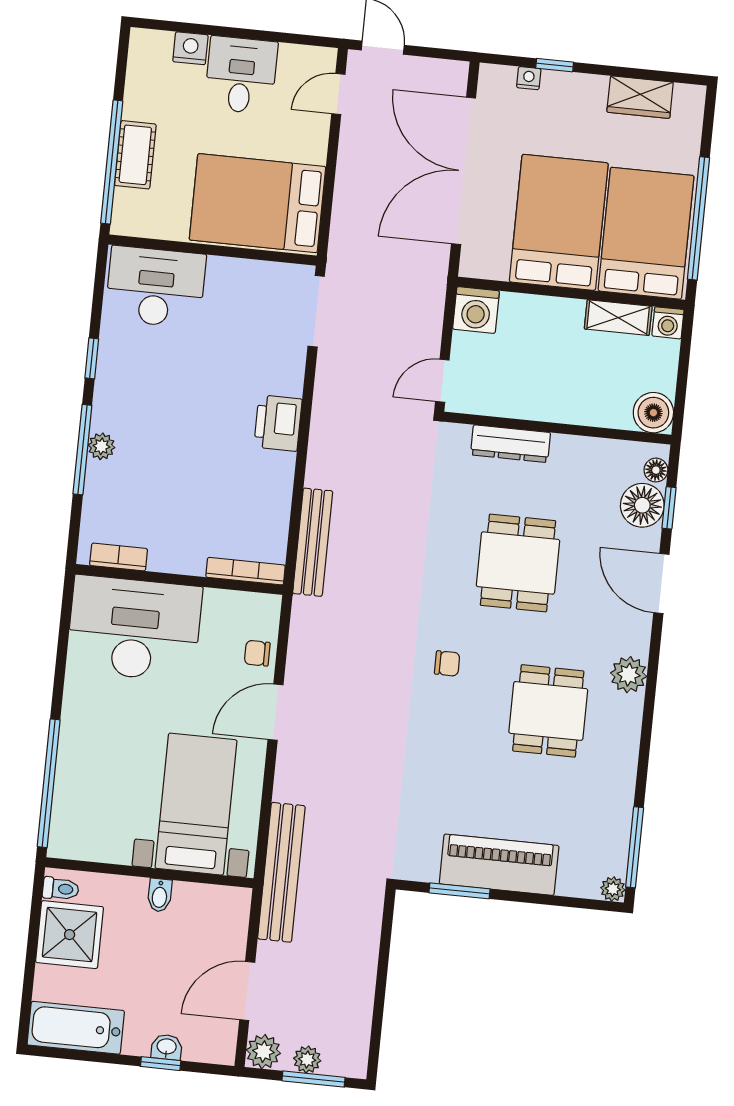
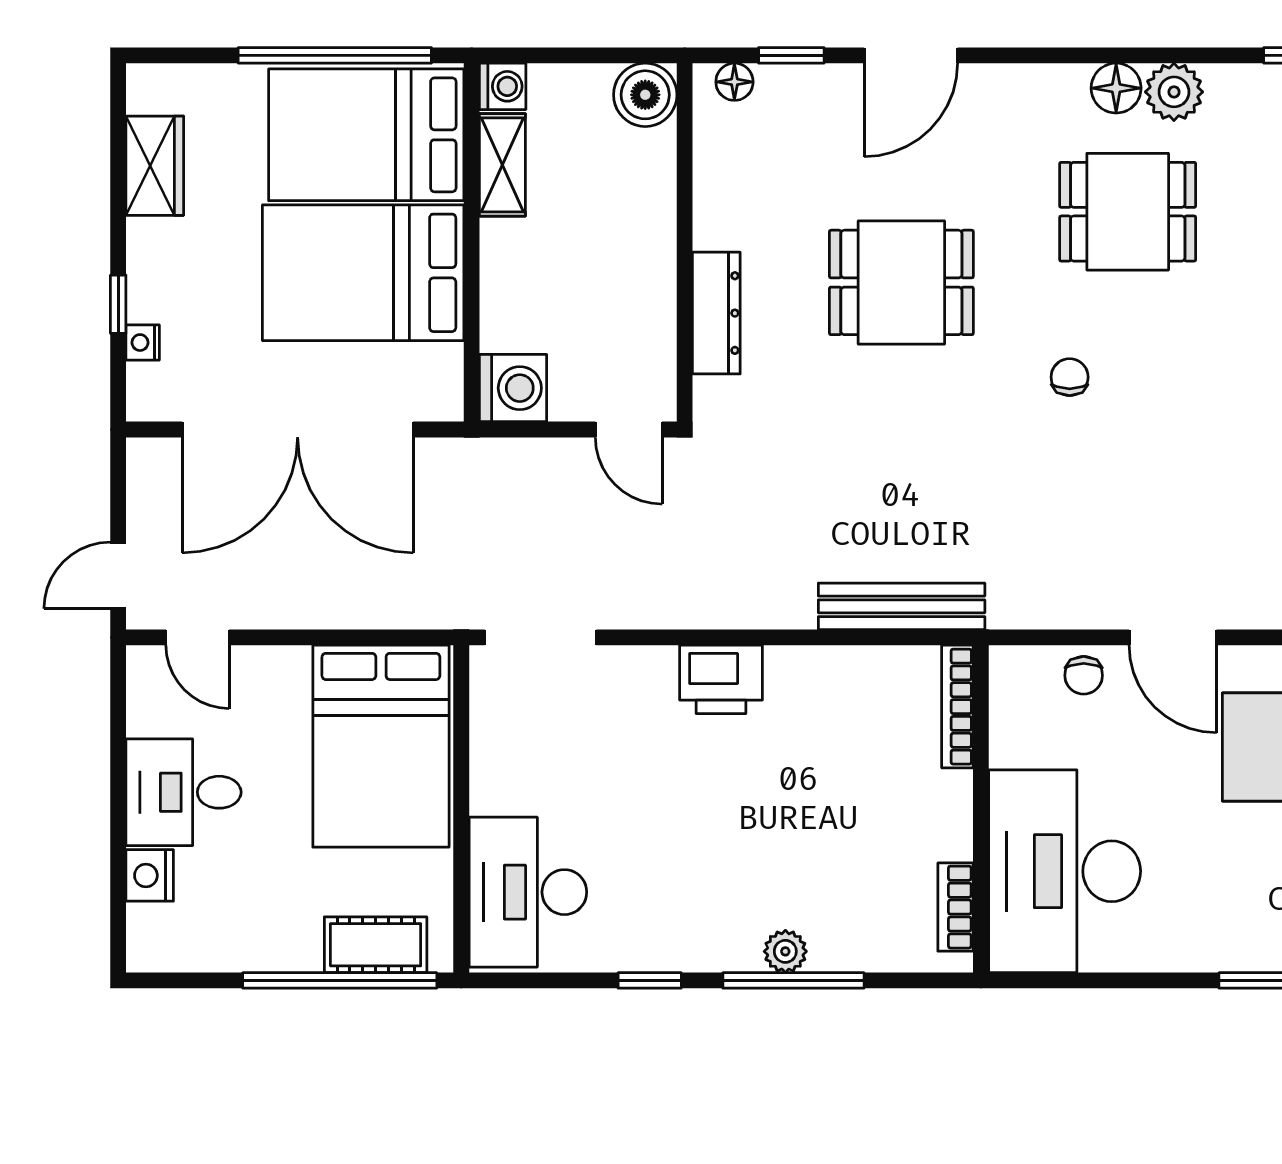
cot: (135, 155) -> (376, 945), moved
floor lamp: (642, 505) -> (1116, 88), moved, width x0.73, depth x0.73
plant: (629, 675) -> (1174, 92), moved

